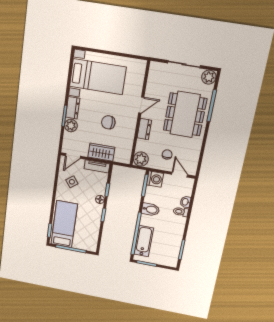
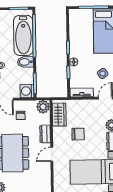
wardrobe: (101, 152) -> (59, 115), moved, turned -90
bathtub: (144, 241) -> (23, 35), width x1.36, depth x1.36

